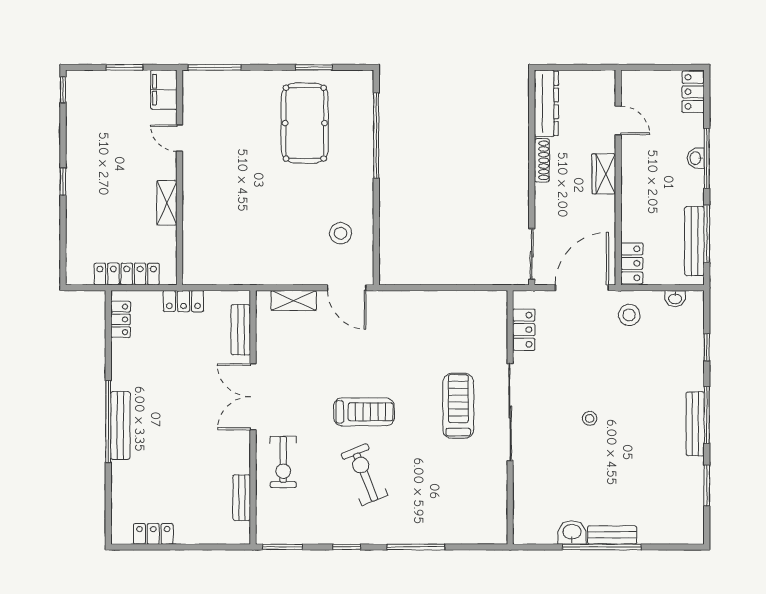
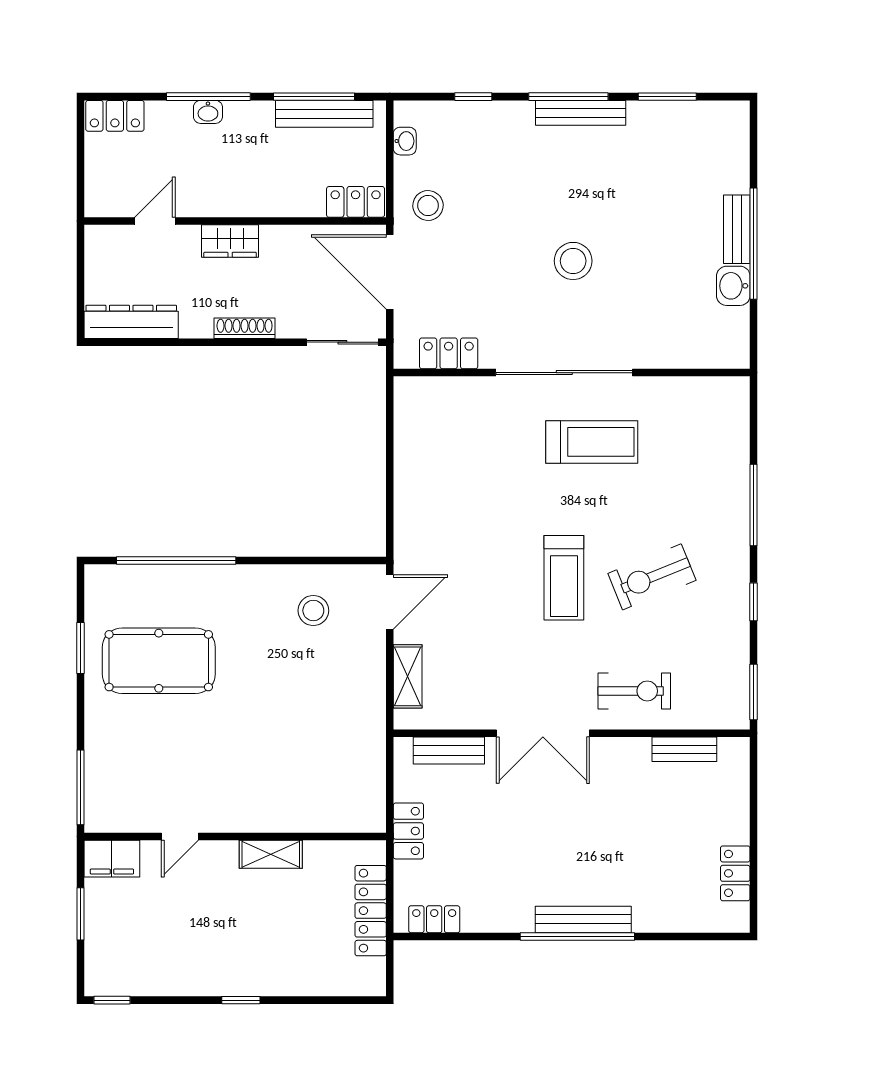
shoe rack: (542, 160) -> (245, 328), moved
treadmill: (458, 406) -> (592, 442), moved, turned 180
treadmill: (364, 412) -> (564, 578), turned 180
stool: (590, 418) -> (573, 261), width x1.89, depth x1.89

